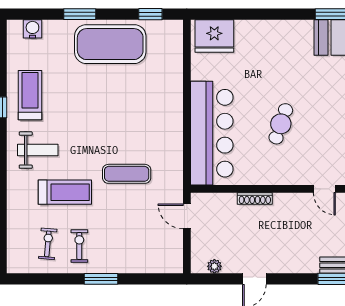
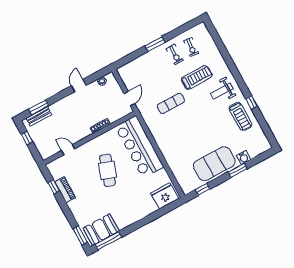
water cooler: (32, 29) -> (244, 158), moved
cafe table: (281, 124) -> (108, 170), width x1.37, depth x1.35
treadmill: (65, 192) -> (197, 77), turned 180
door: (187, 216) -> (129, 99), hinge flipped

